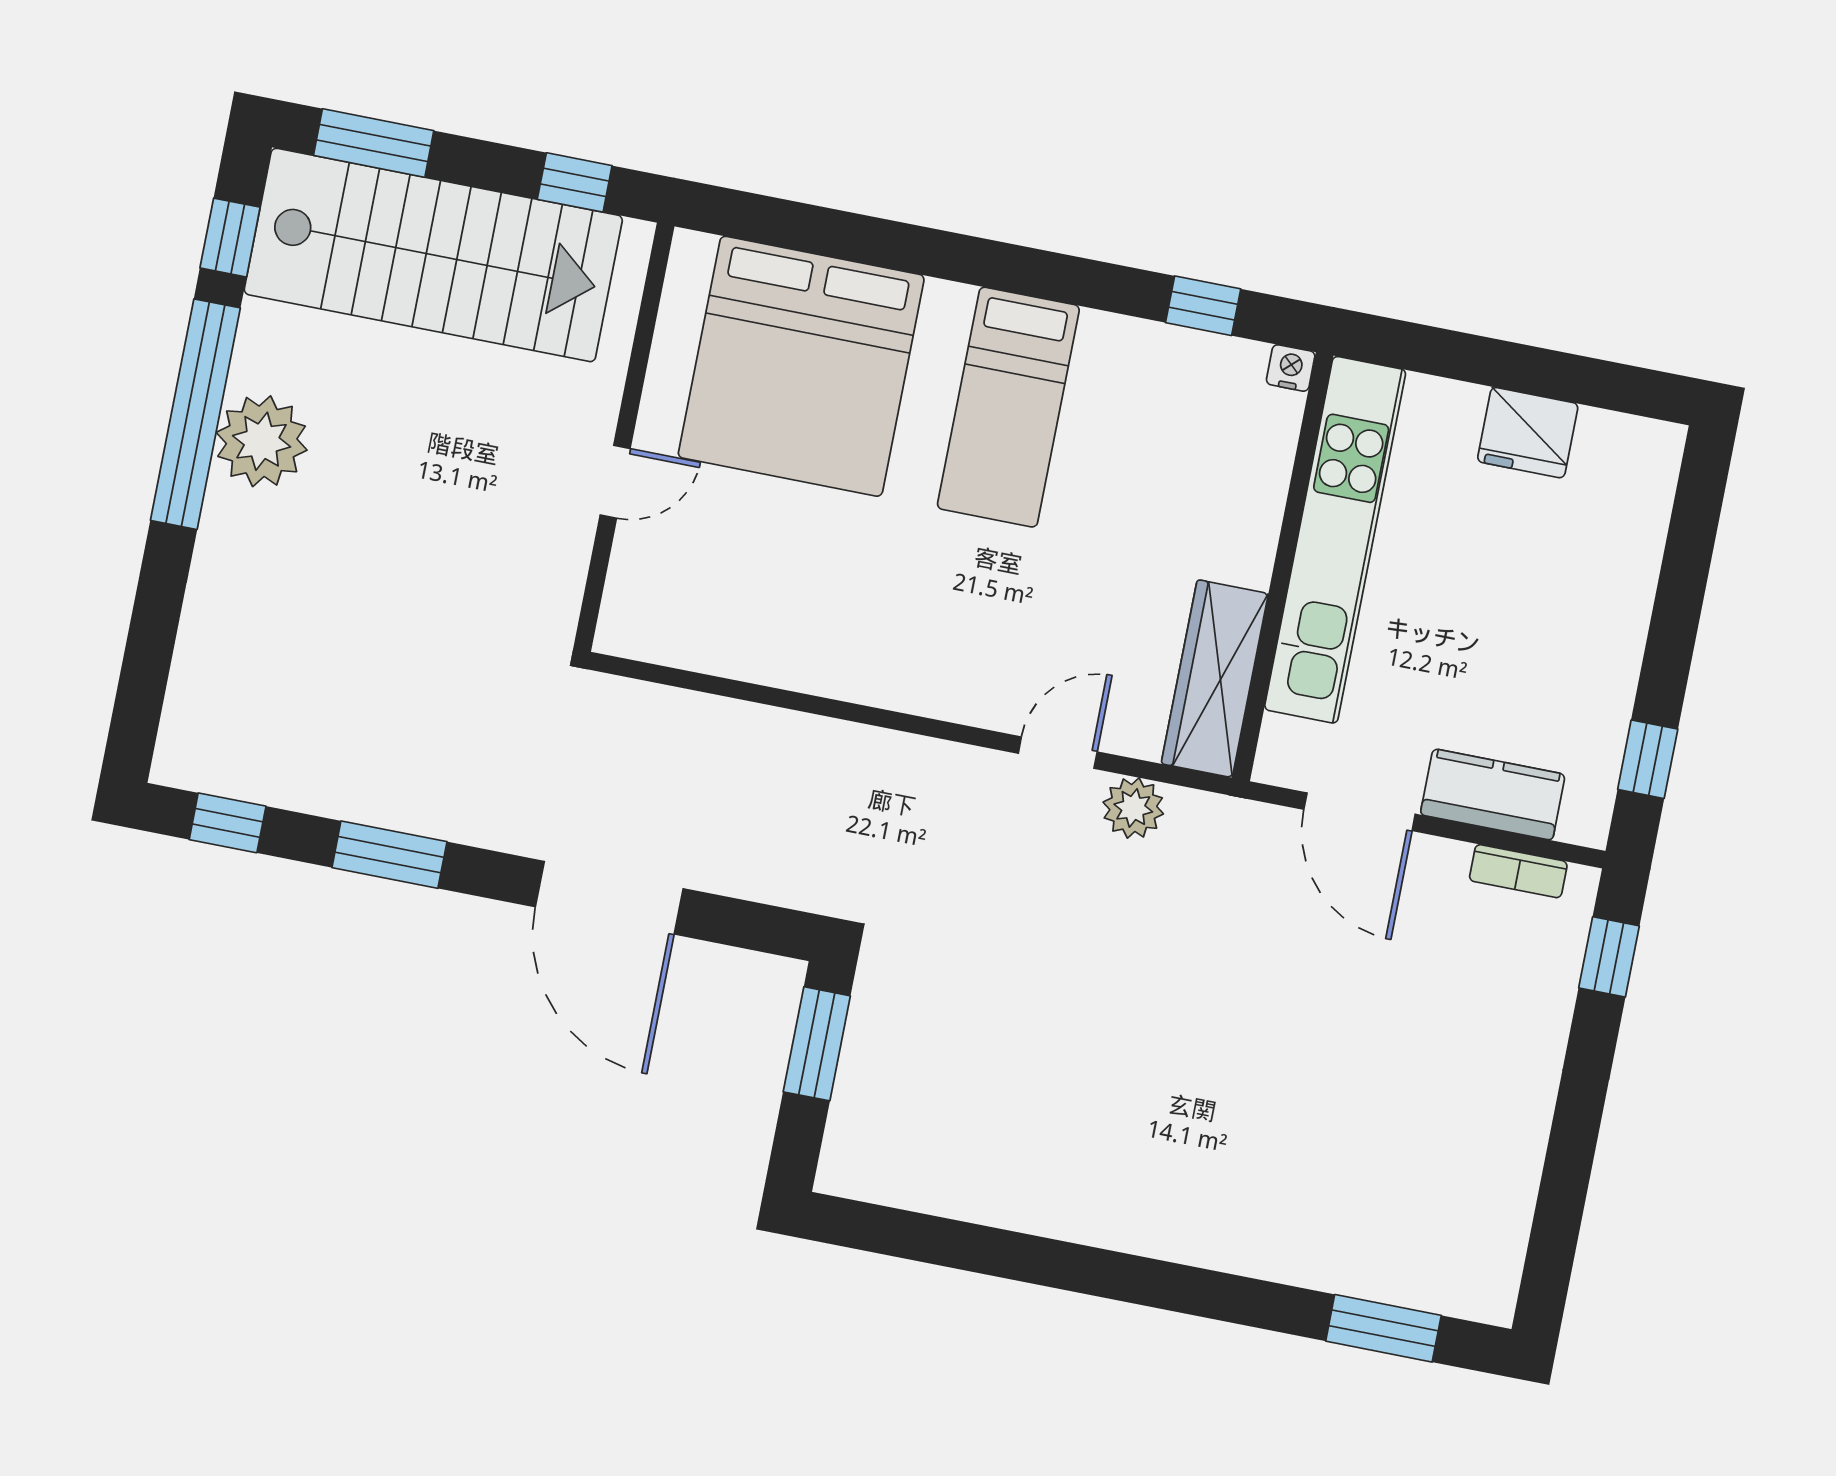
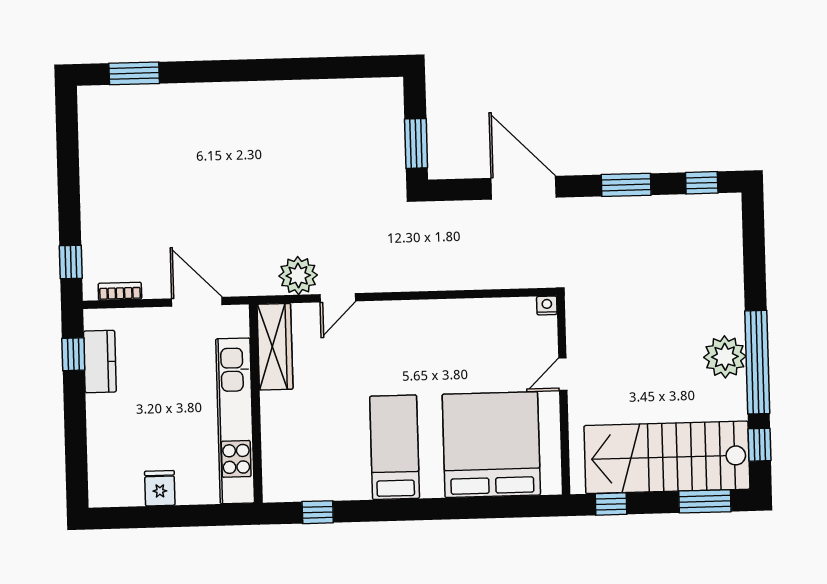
nightstand: (1291, 368) -> (547, 305), moved, turned 180
fridge: (1528, 433) -> (160, 488), width x0.72
kitchen counter: (1493, 794) -> (100, 362), moved, turned -90
plant: (1133, 808) -> (298, 276), width x1.36, depth x1.36

